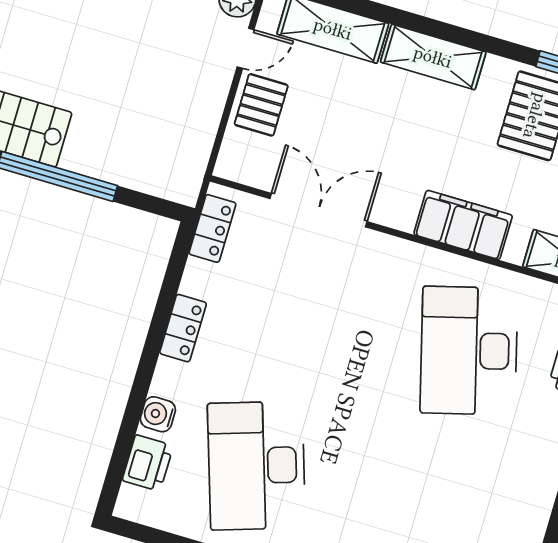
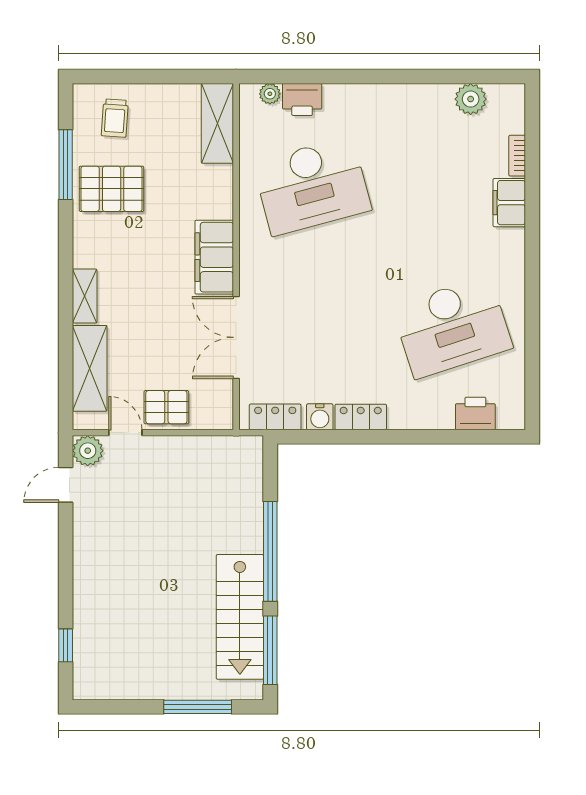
shelving: (433, 57) -> (85, 296), width x0.67, depth x0.75
filing cabinet: (463, 225) -> (214, 257), moved
water cooler: (158, 414) -> (320, 417), moved

